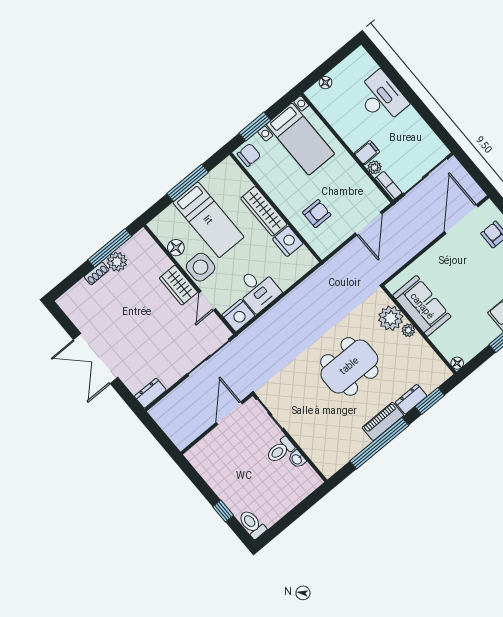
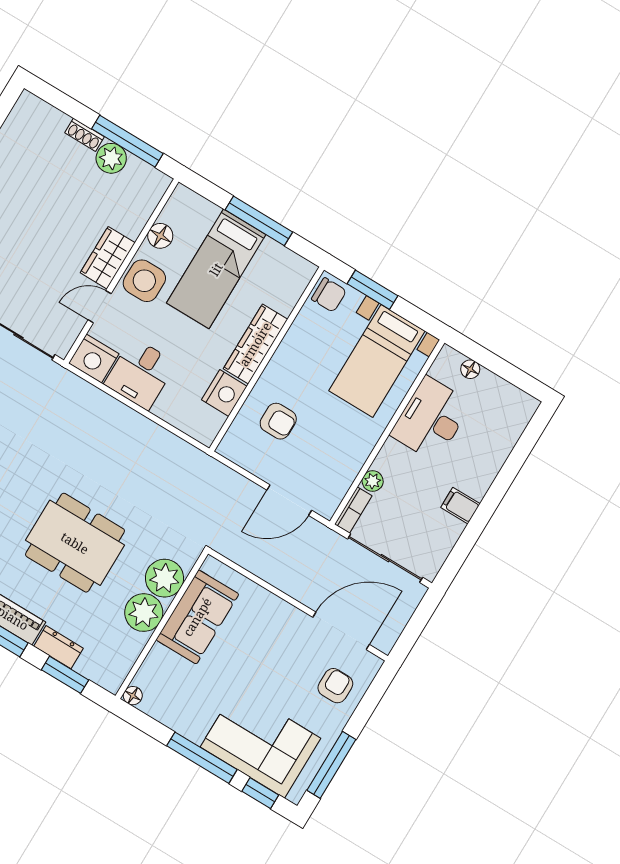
desk: (381, 98) -> (431, 419), moved, turned 180
filing cabinet: (367, 153) -> (460, 506), moved, turned 180
plant: (408, 330) -> (144, 613), width x1.88, depth x1.88

